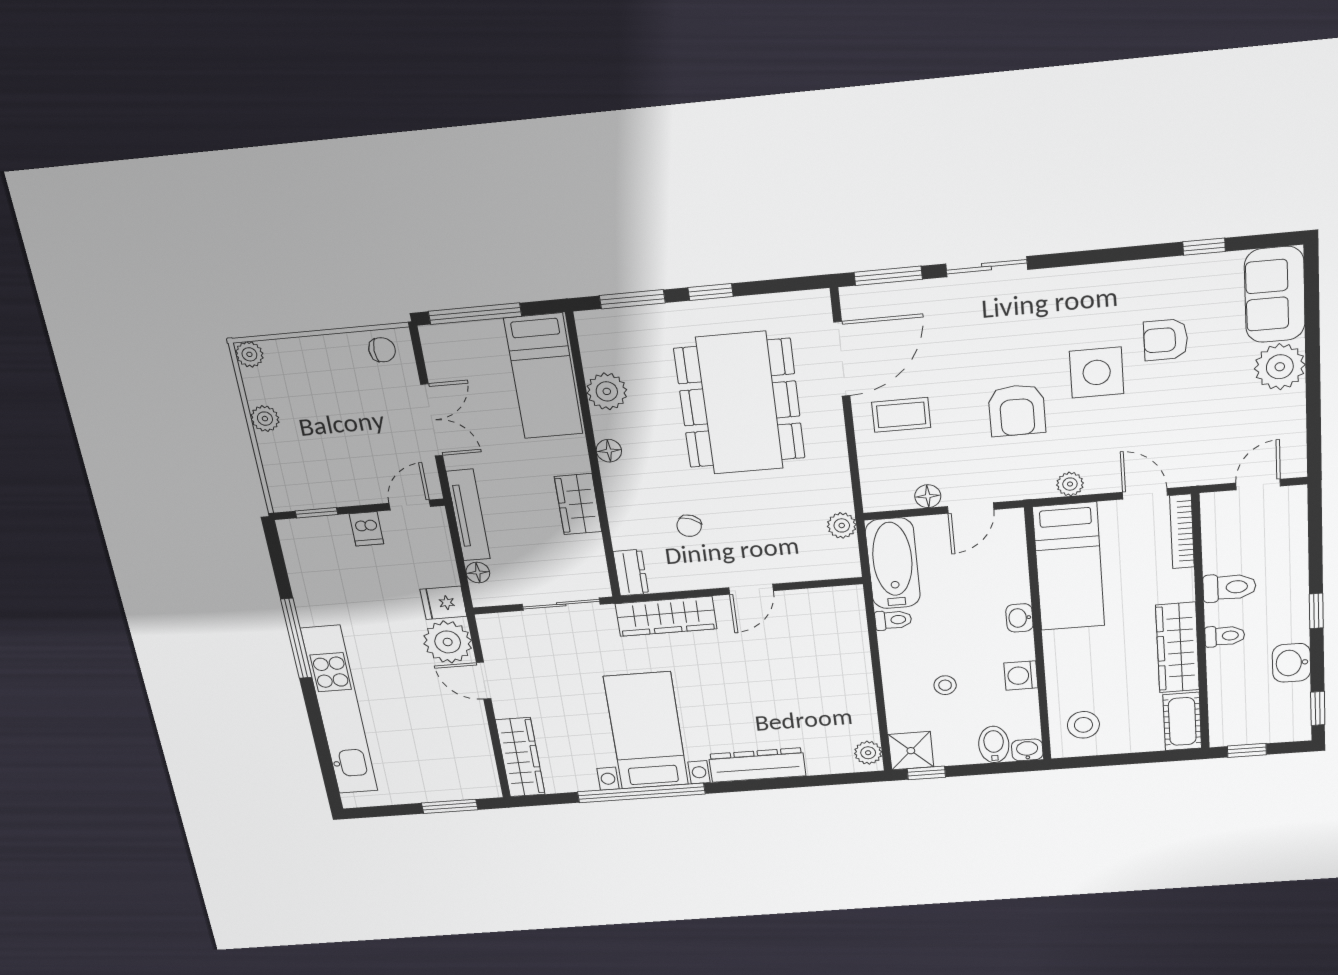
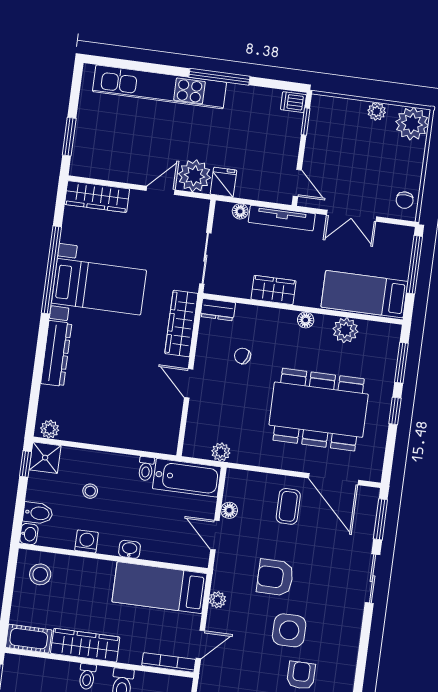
plant: (249, 354) -> (412, 124), width x1.88, depth x1.88
dishwasher: (366, 529) -> (293, 102), moved

